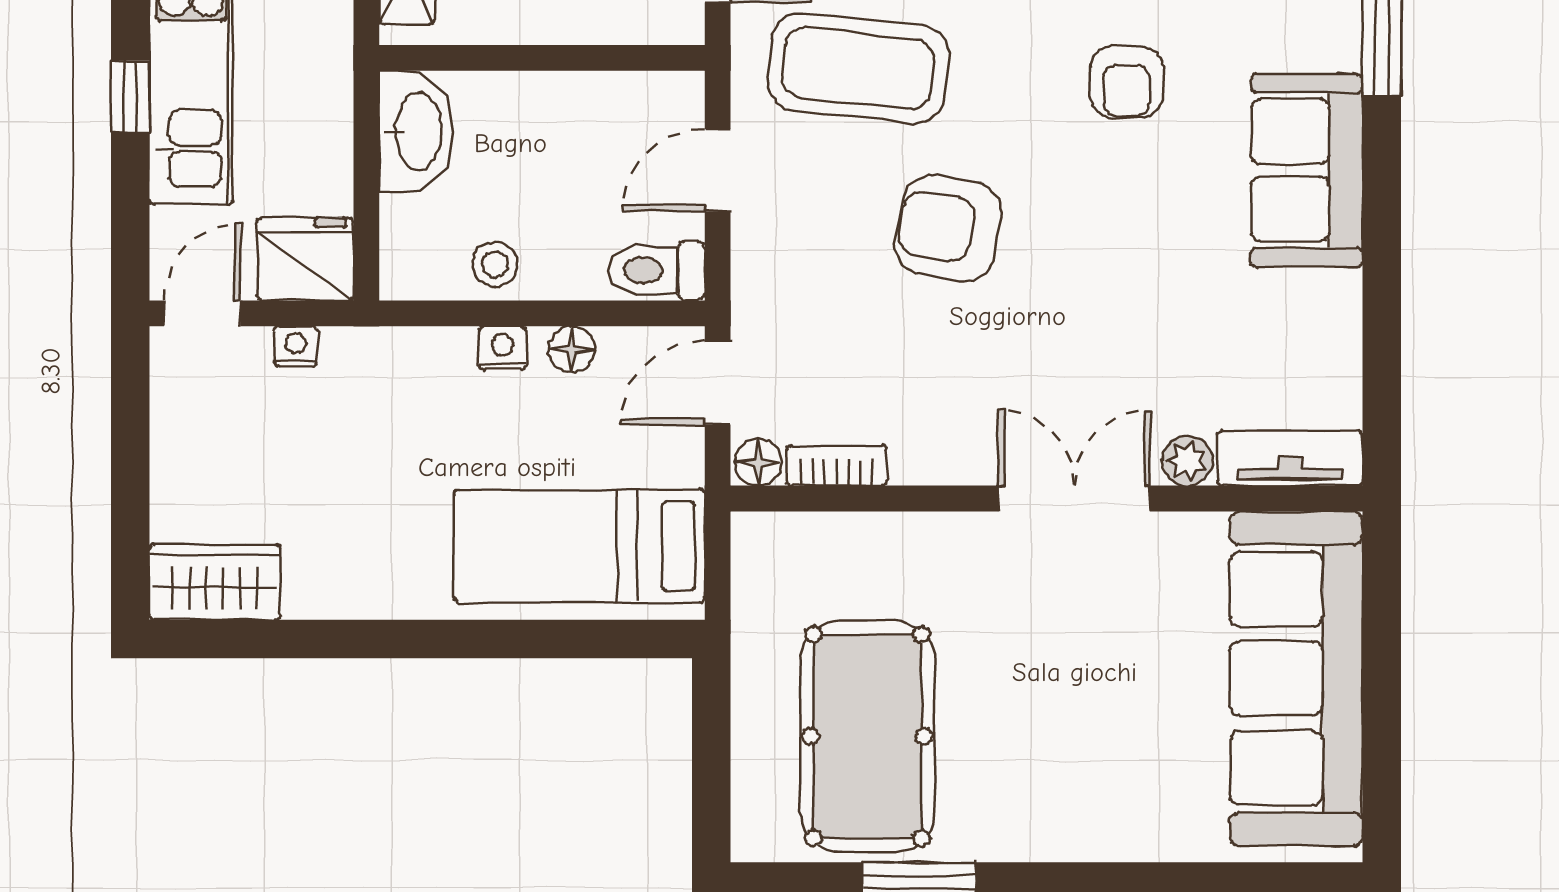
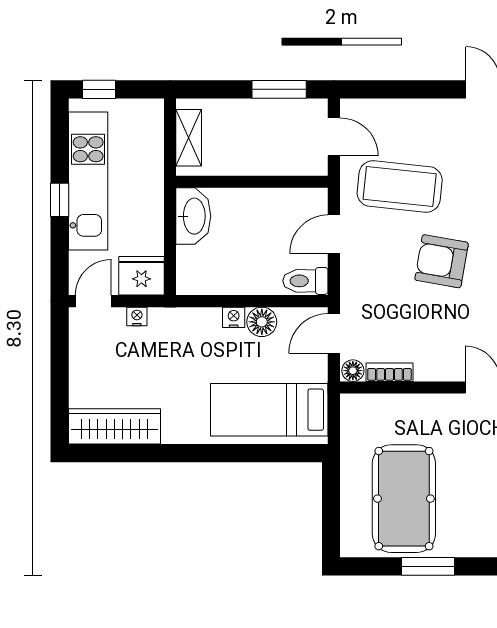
stool: (495, 264) -> (230, 278), removed
floor lamp: (572, 349) -> (262, 322), width x1.37, depth x1.37
wardrobe: (215, 582) -> (114, 426), width x1.50

